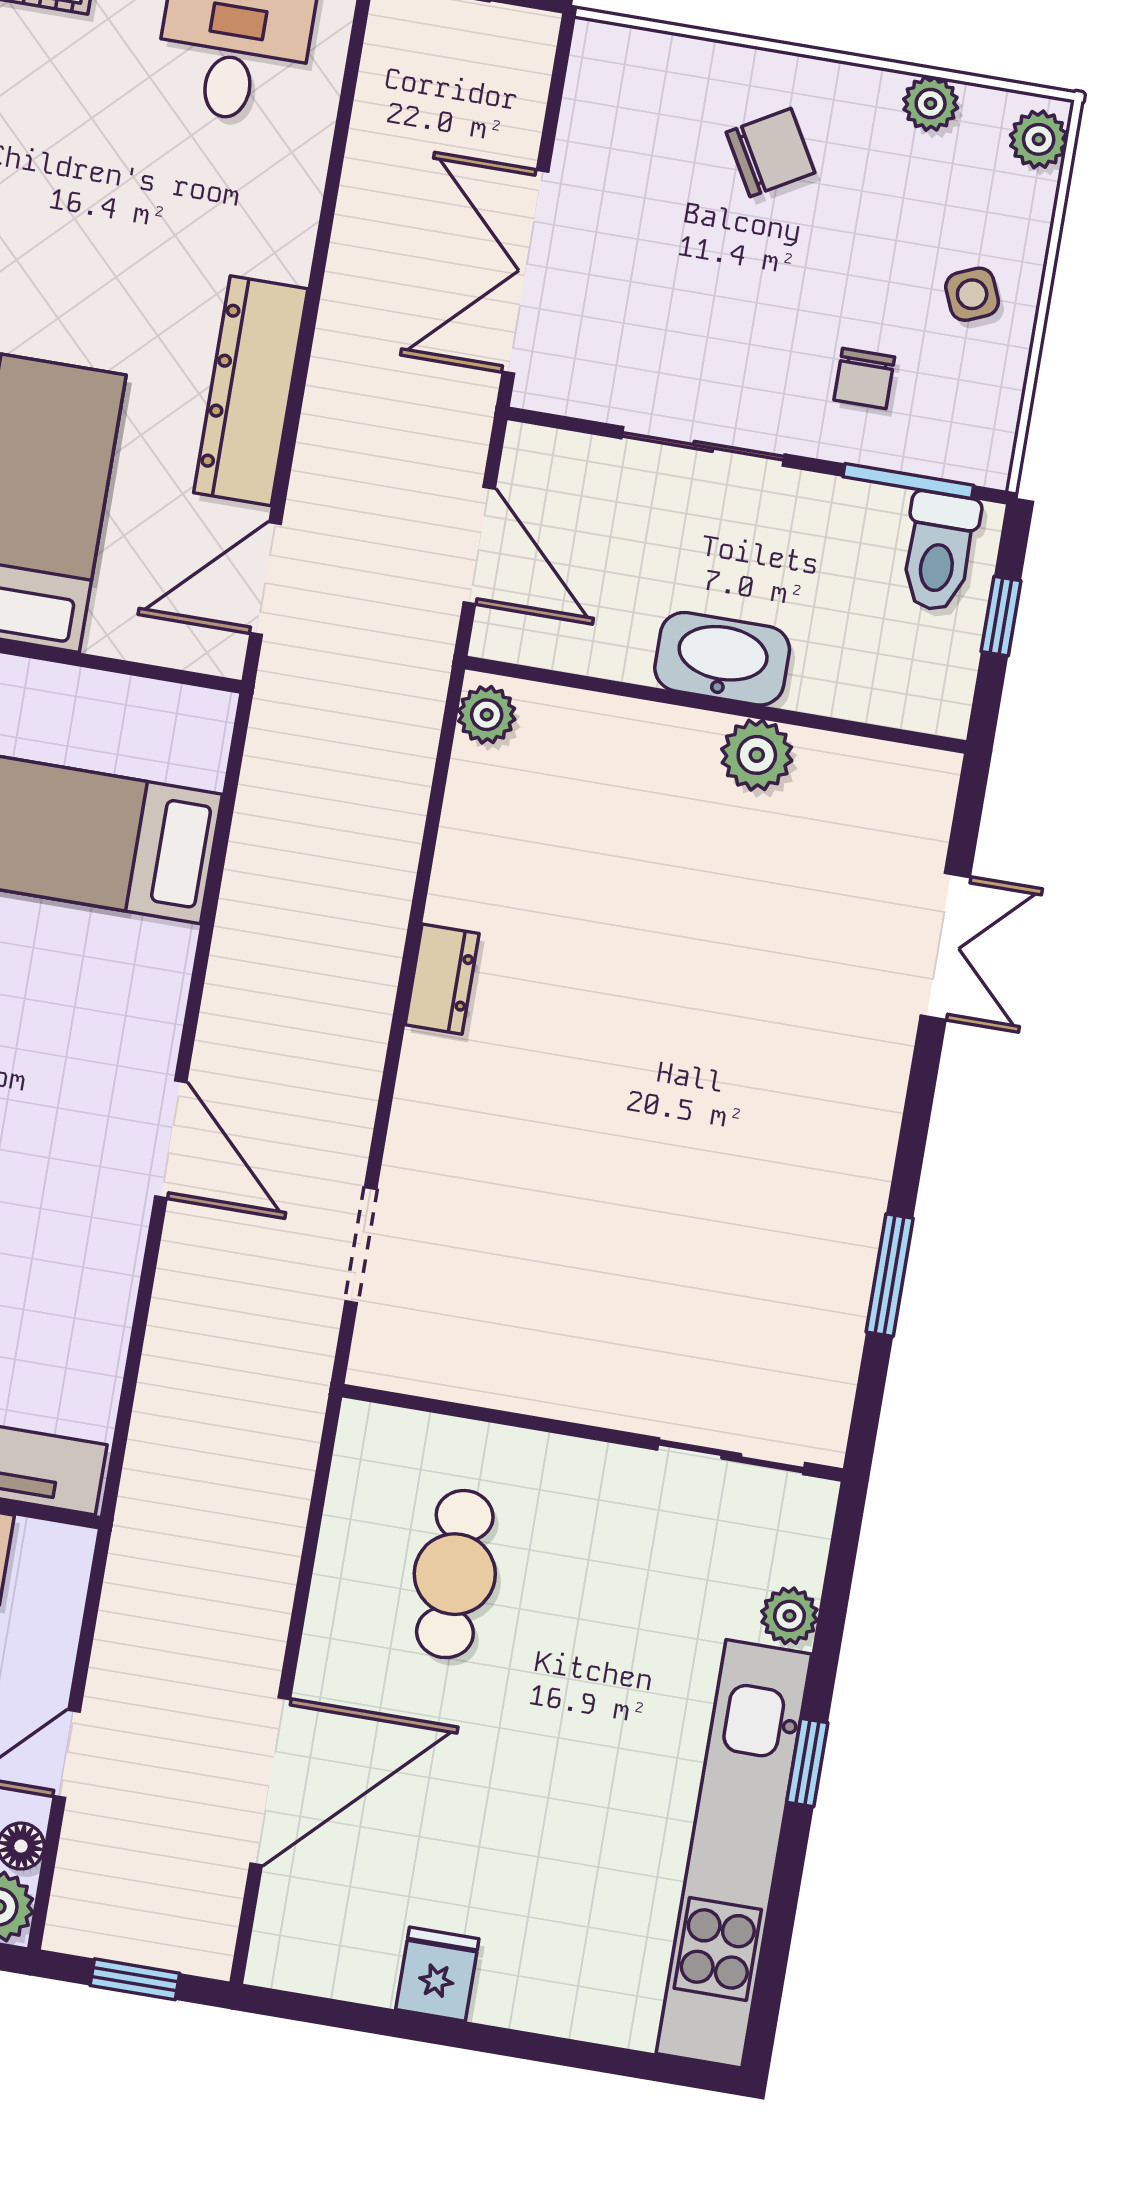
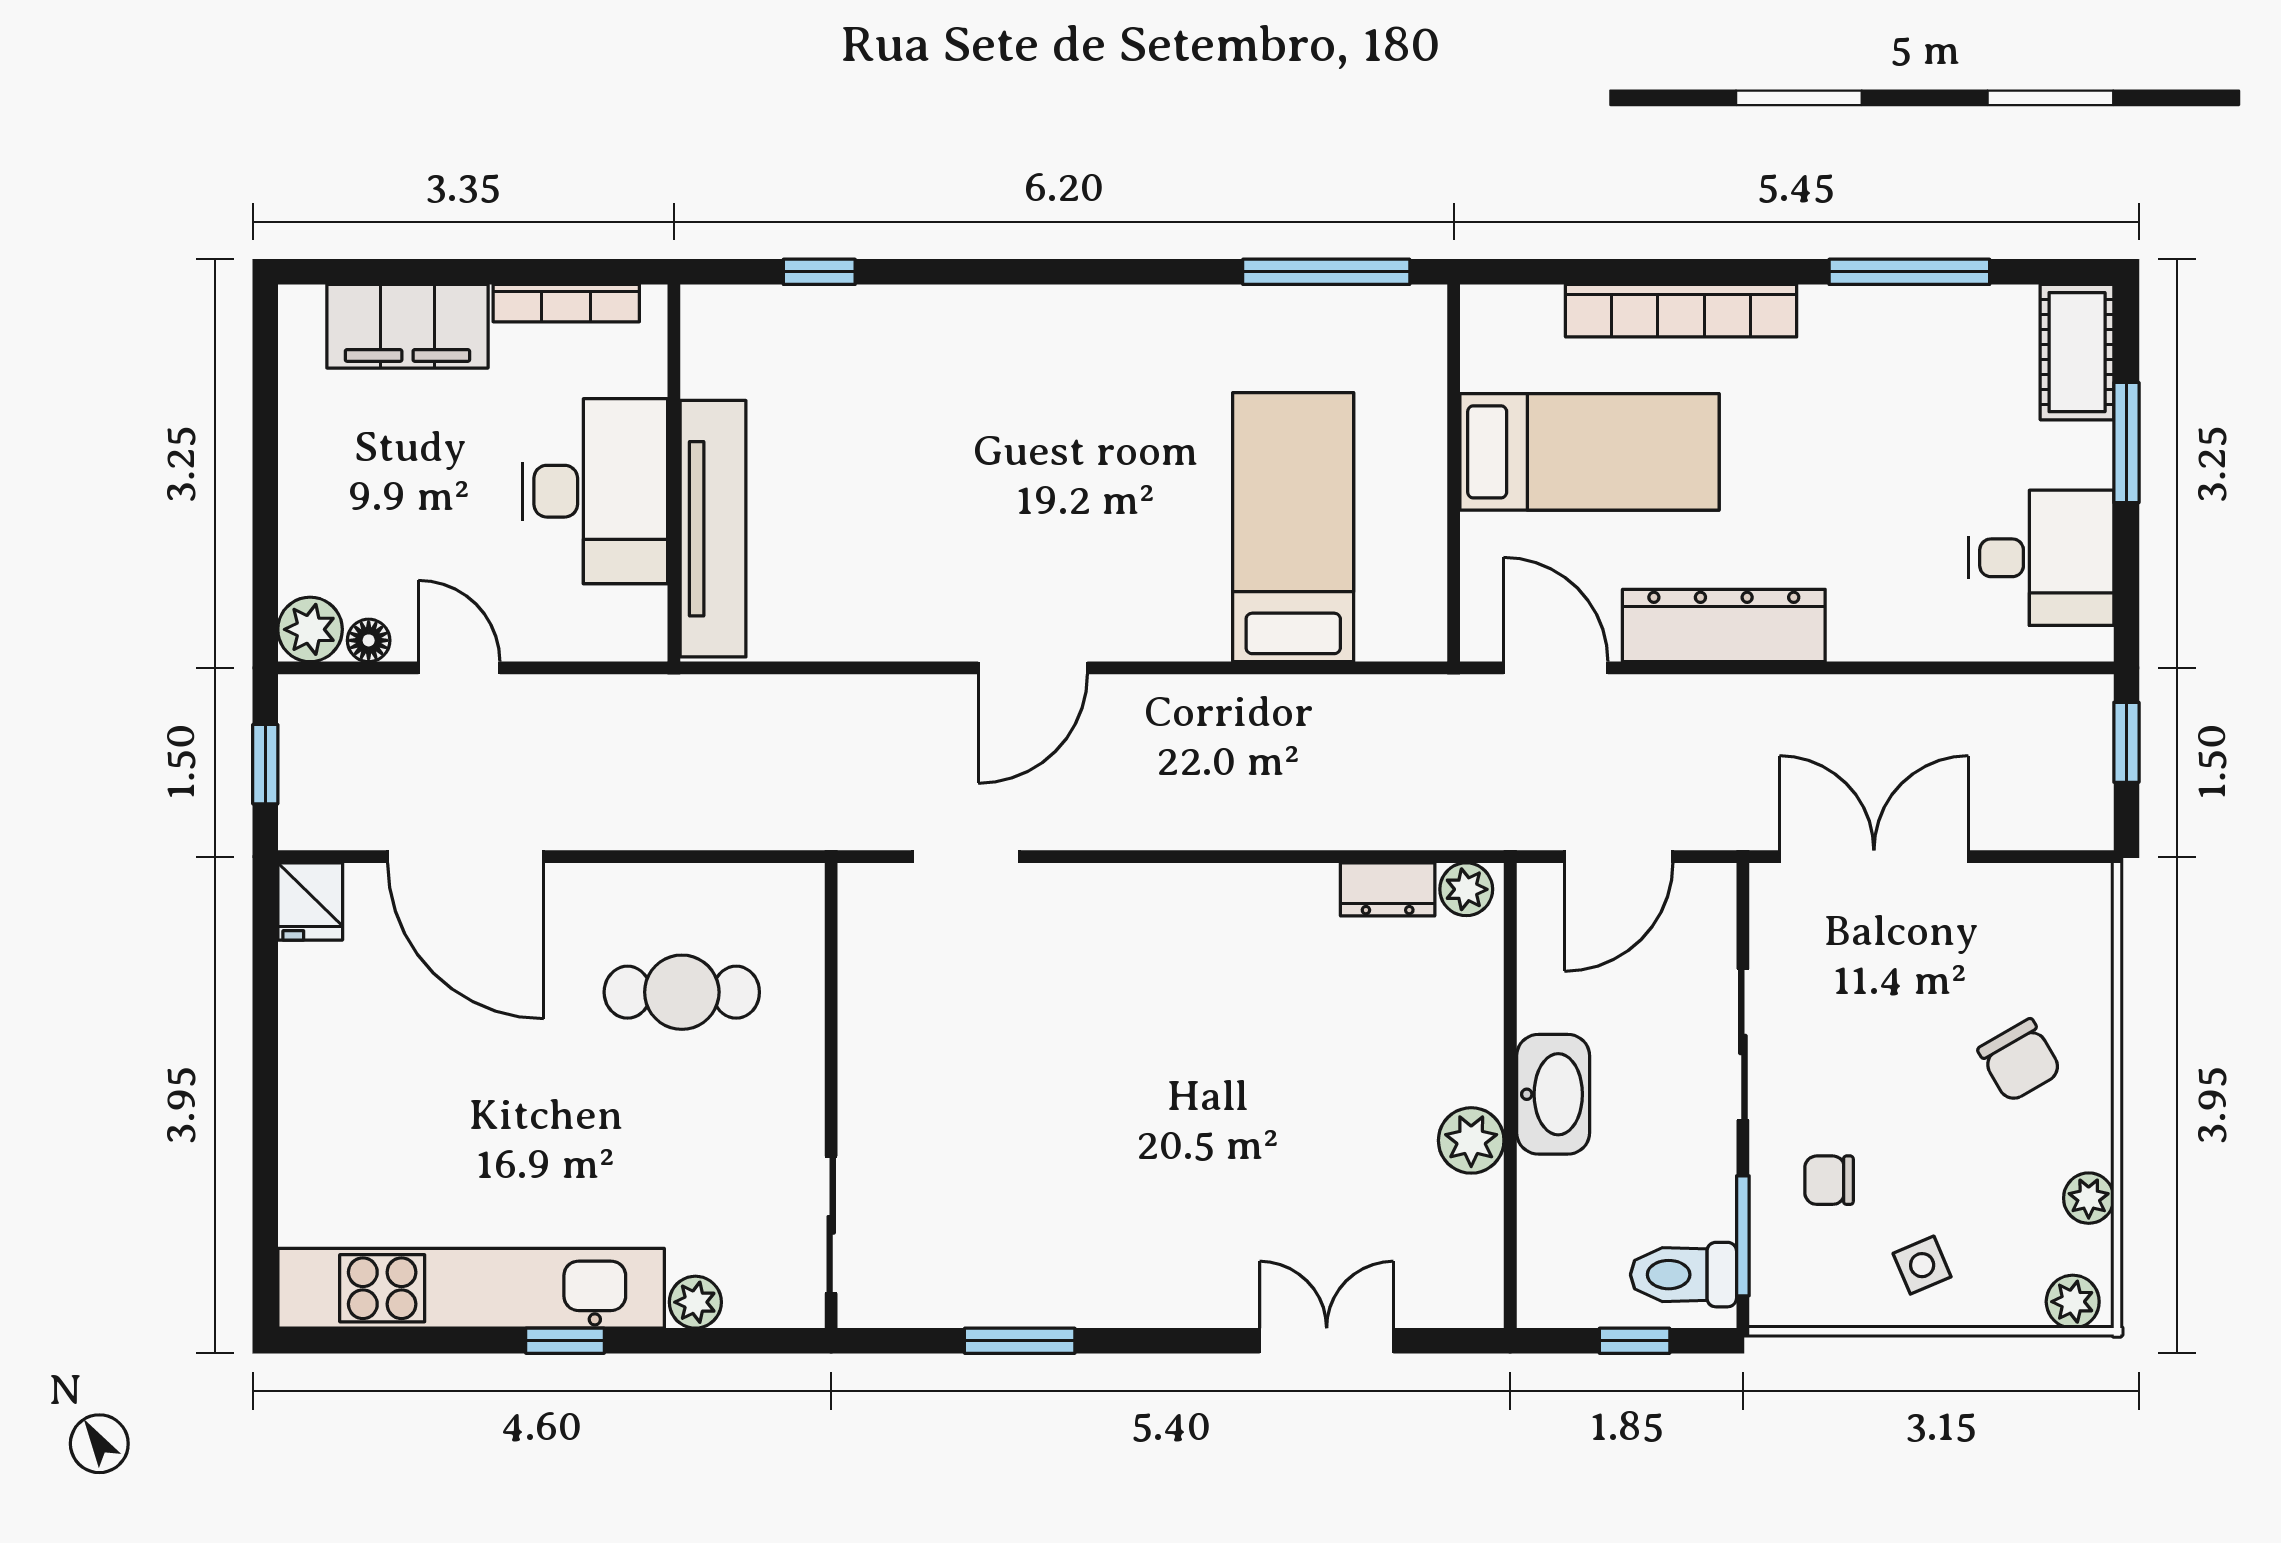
double door: (945, 946) -> (1327, 1341), swing flipped
dresser: (442, 979) -> (1388, 889), moved
fridge: (437, 1974) -> (310, 901), moved, turned 90

